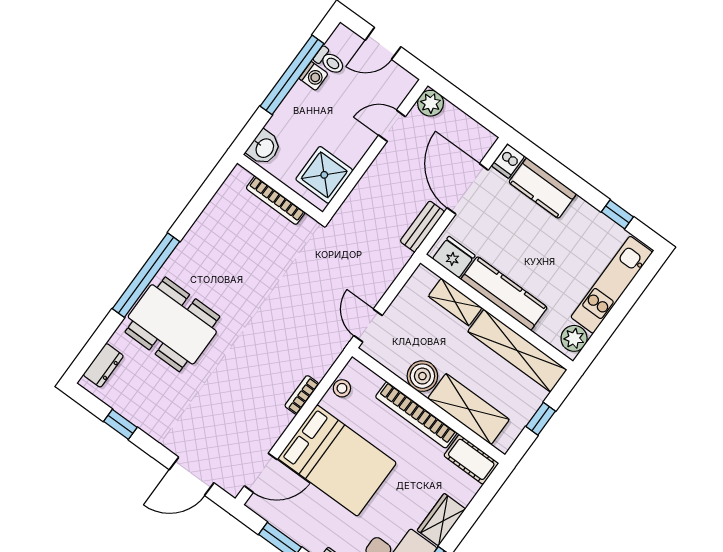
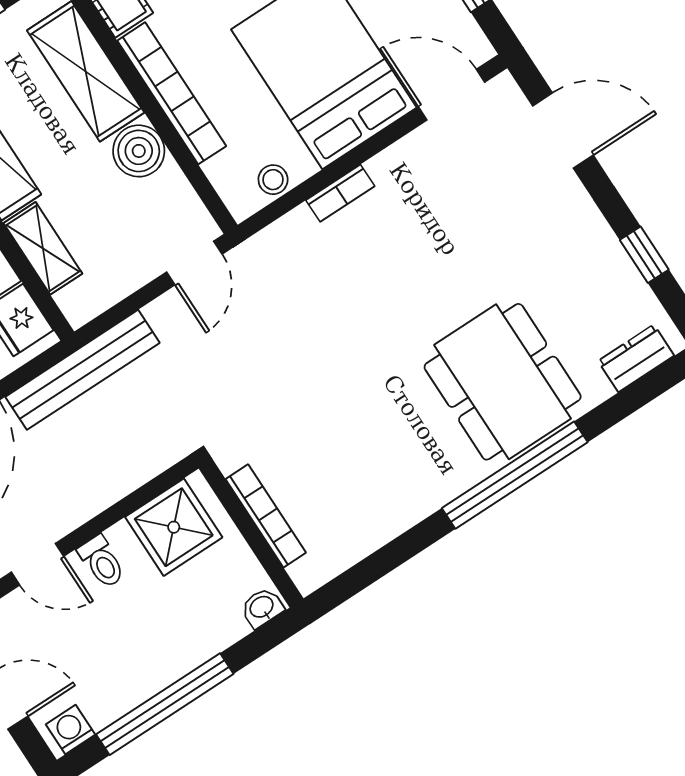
toilet: (330, 61) -> (102, 562), moved, turned 180
washing machine: (314, 76) -> (70, 729), moved
washbasin: (264, 148) -> (262, 608), width x0.72, depth x0.69
bench: (422, 227) -> (82, 370), width x1.86, depth x1.21

